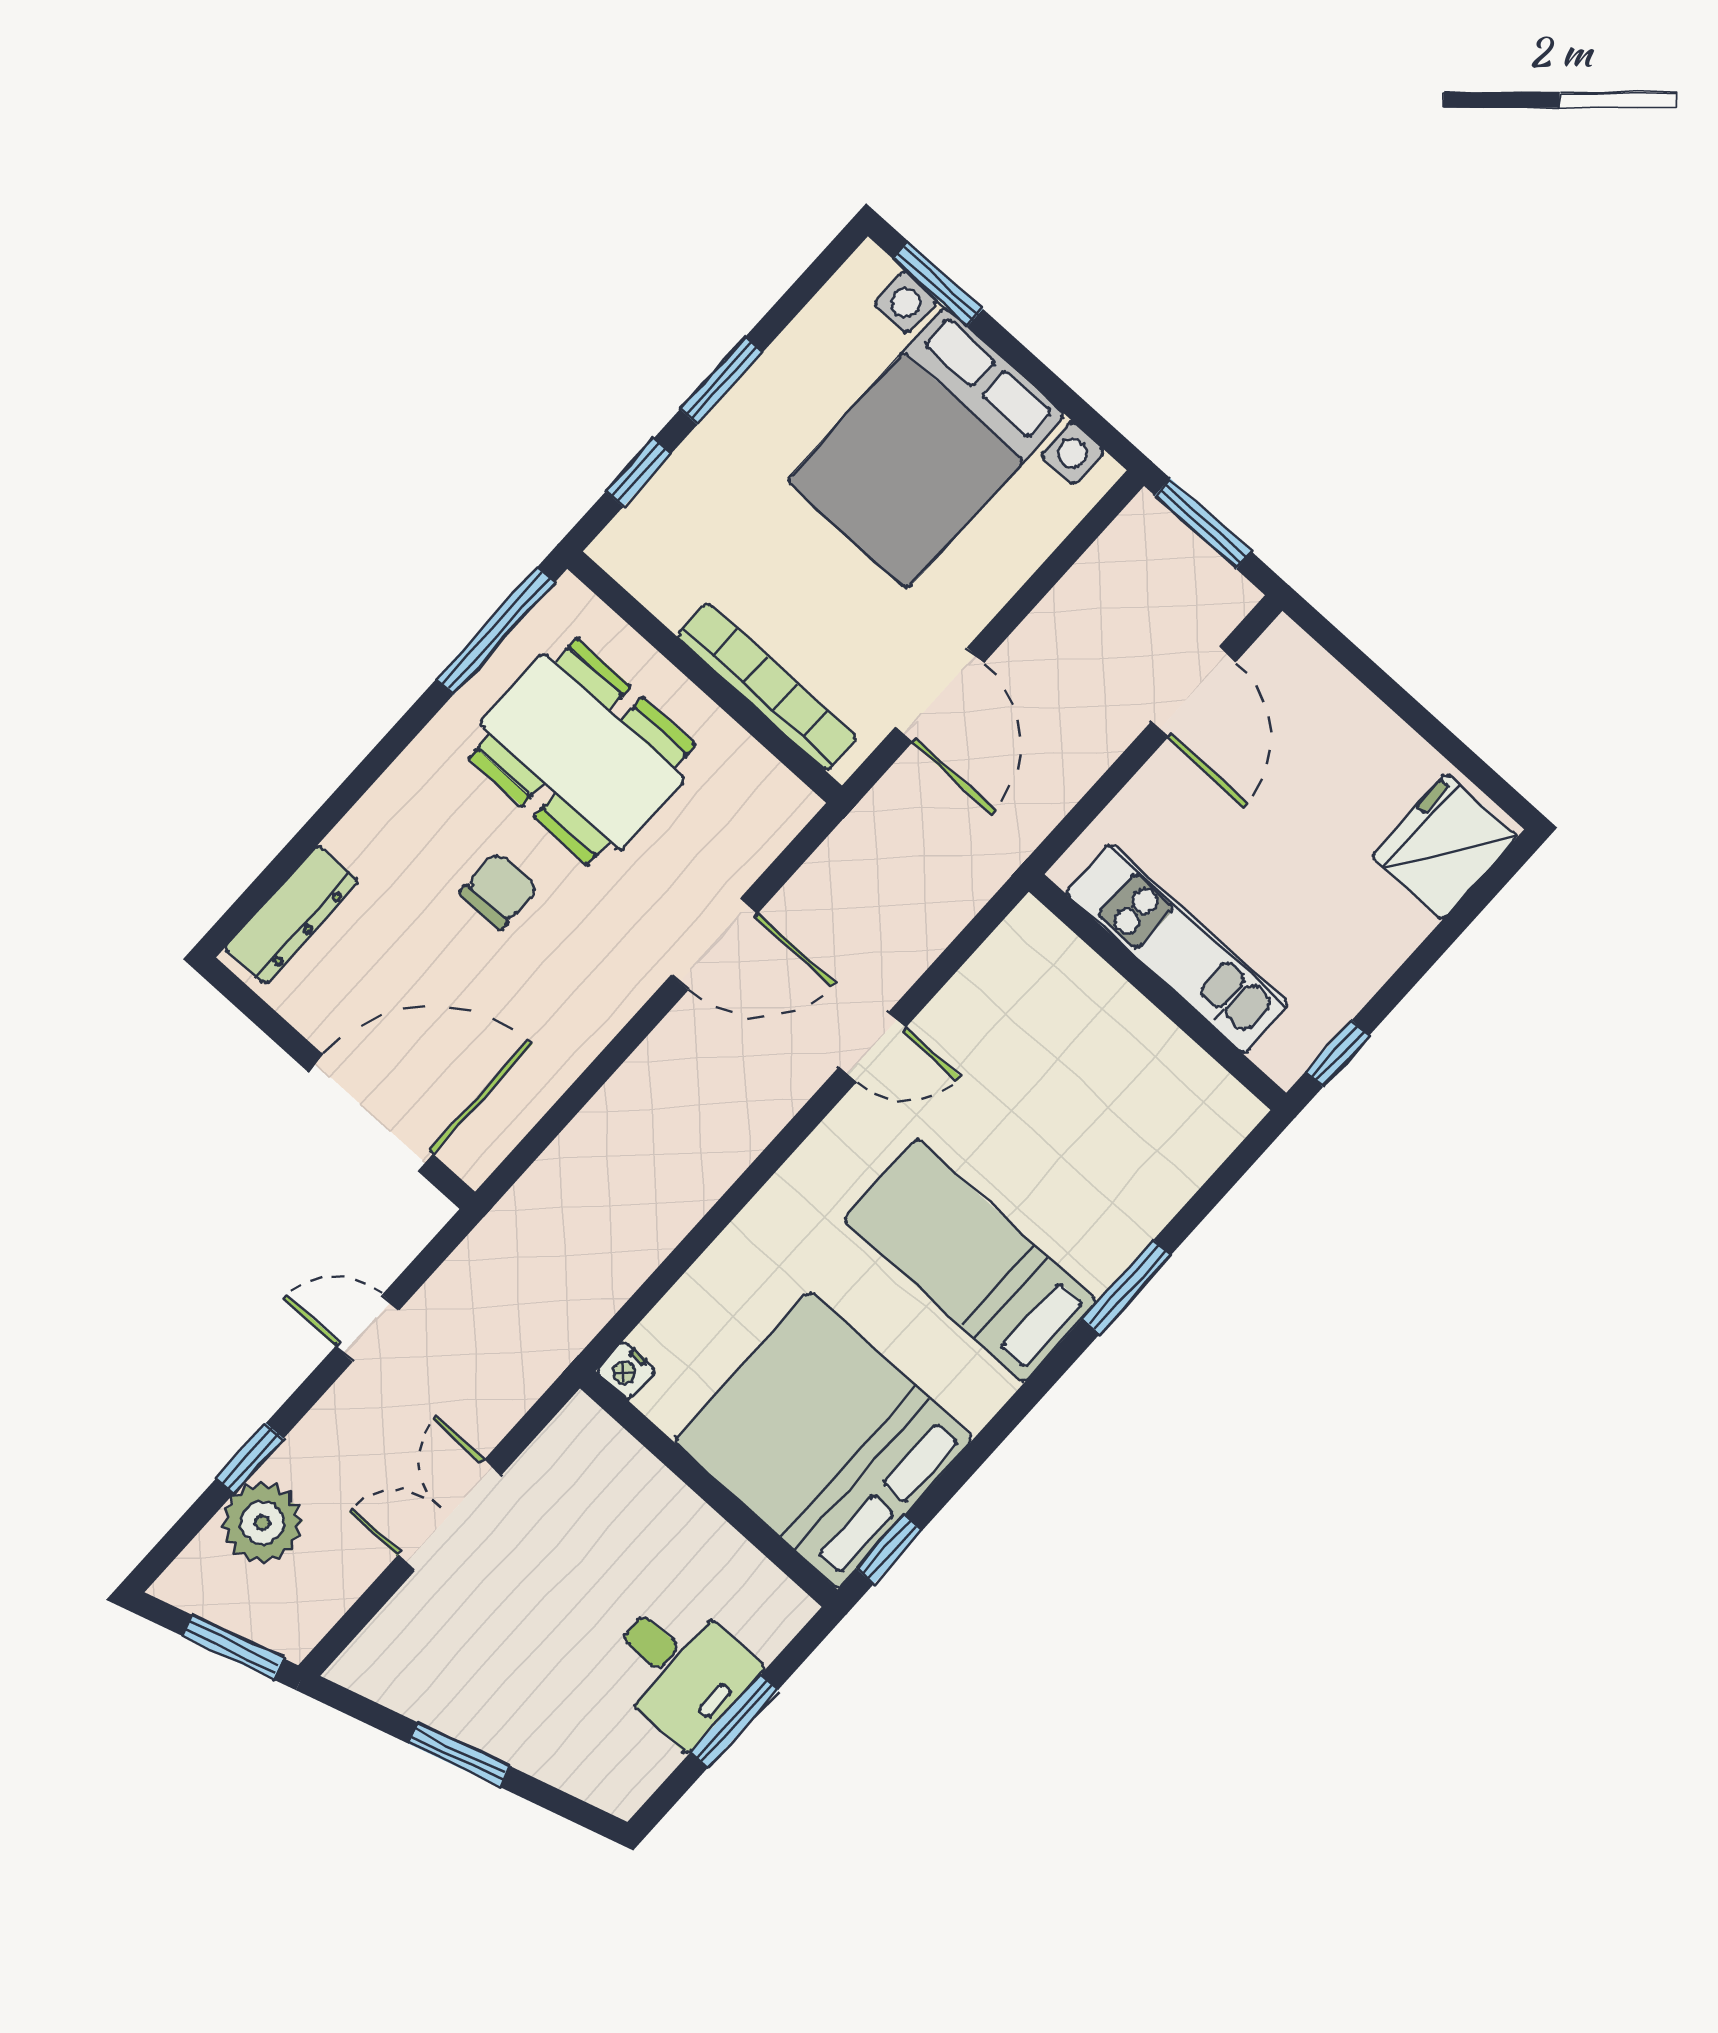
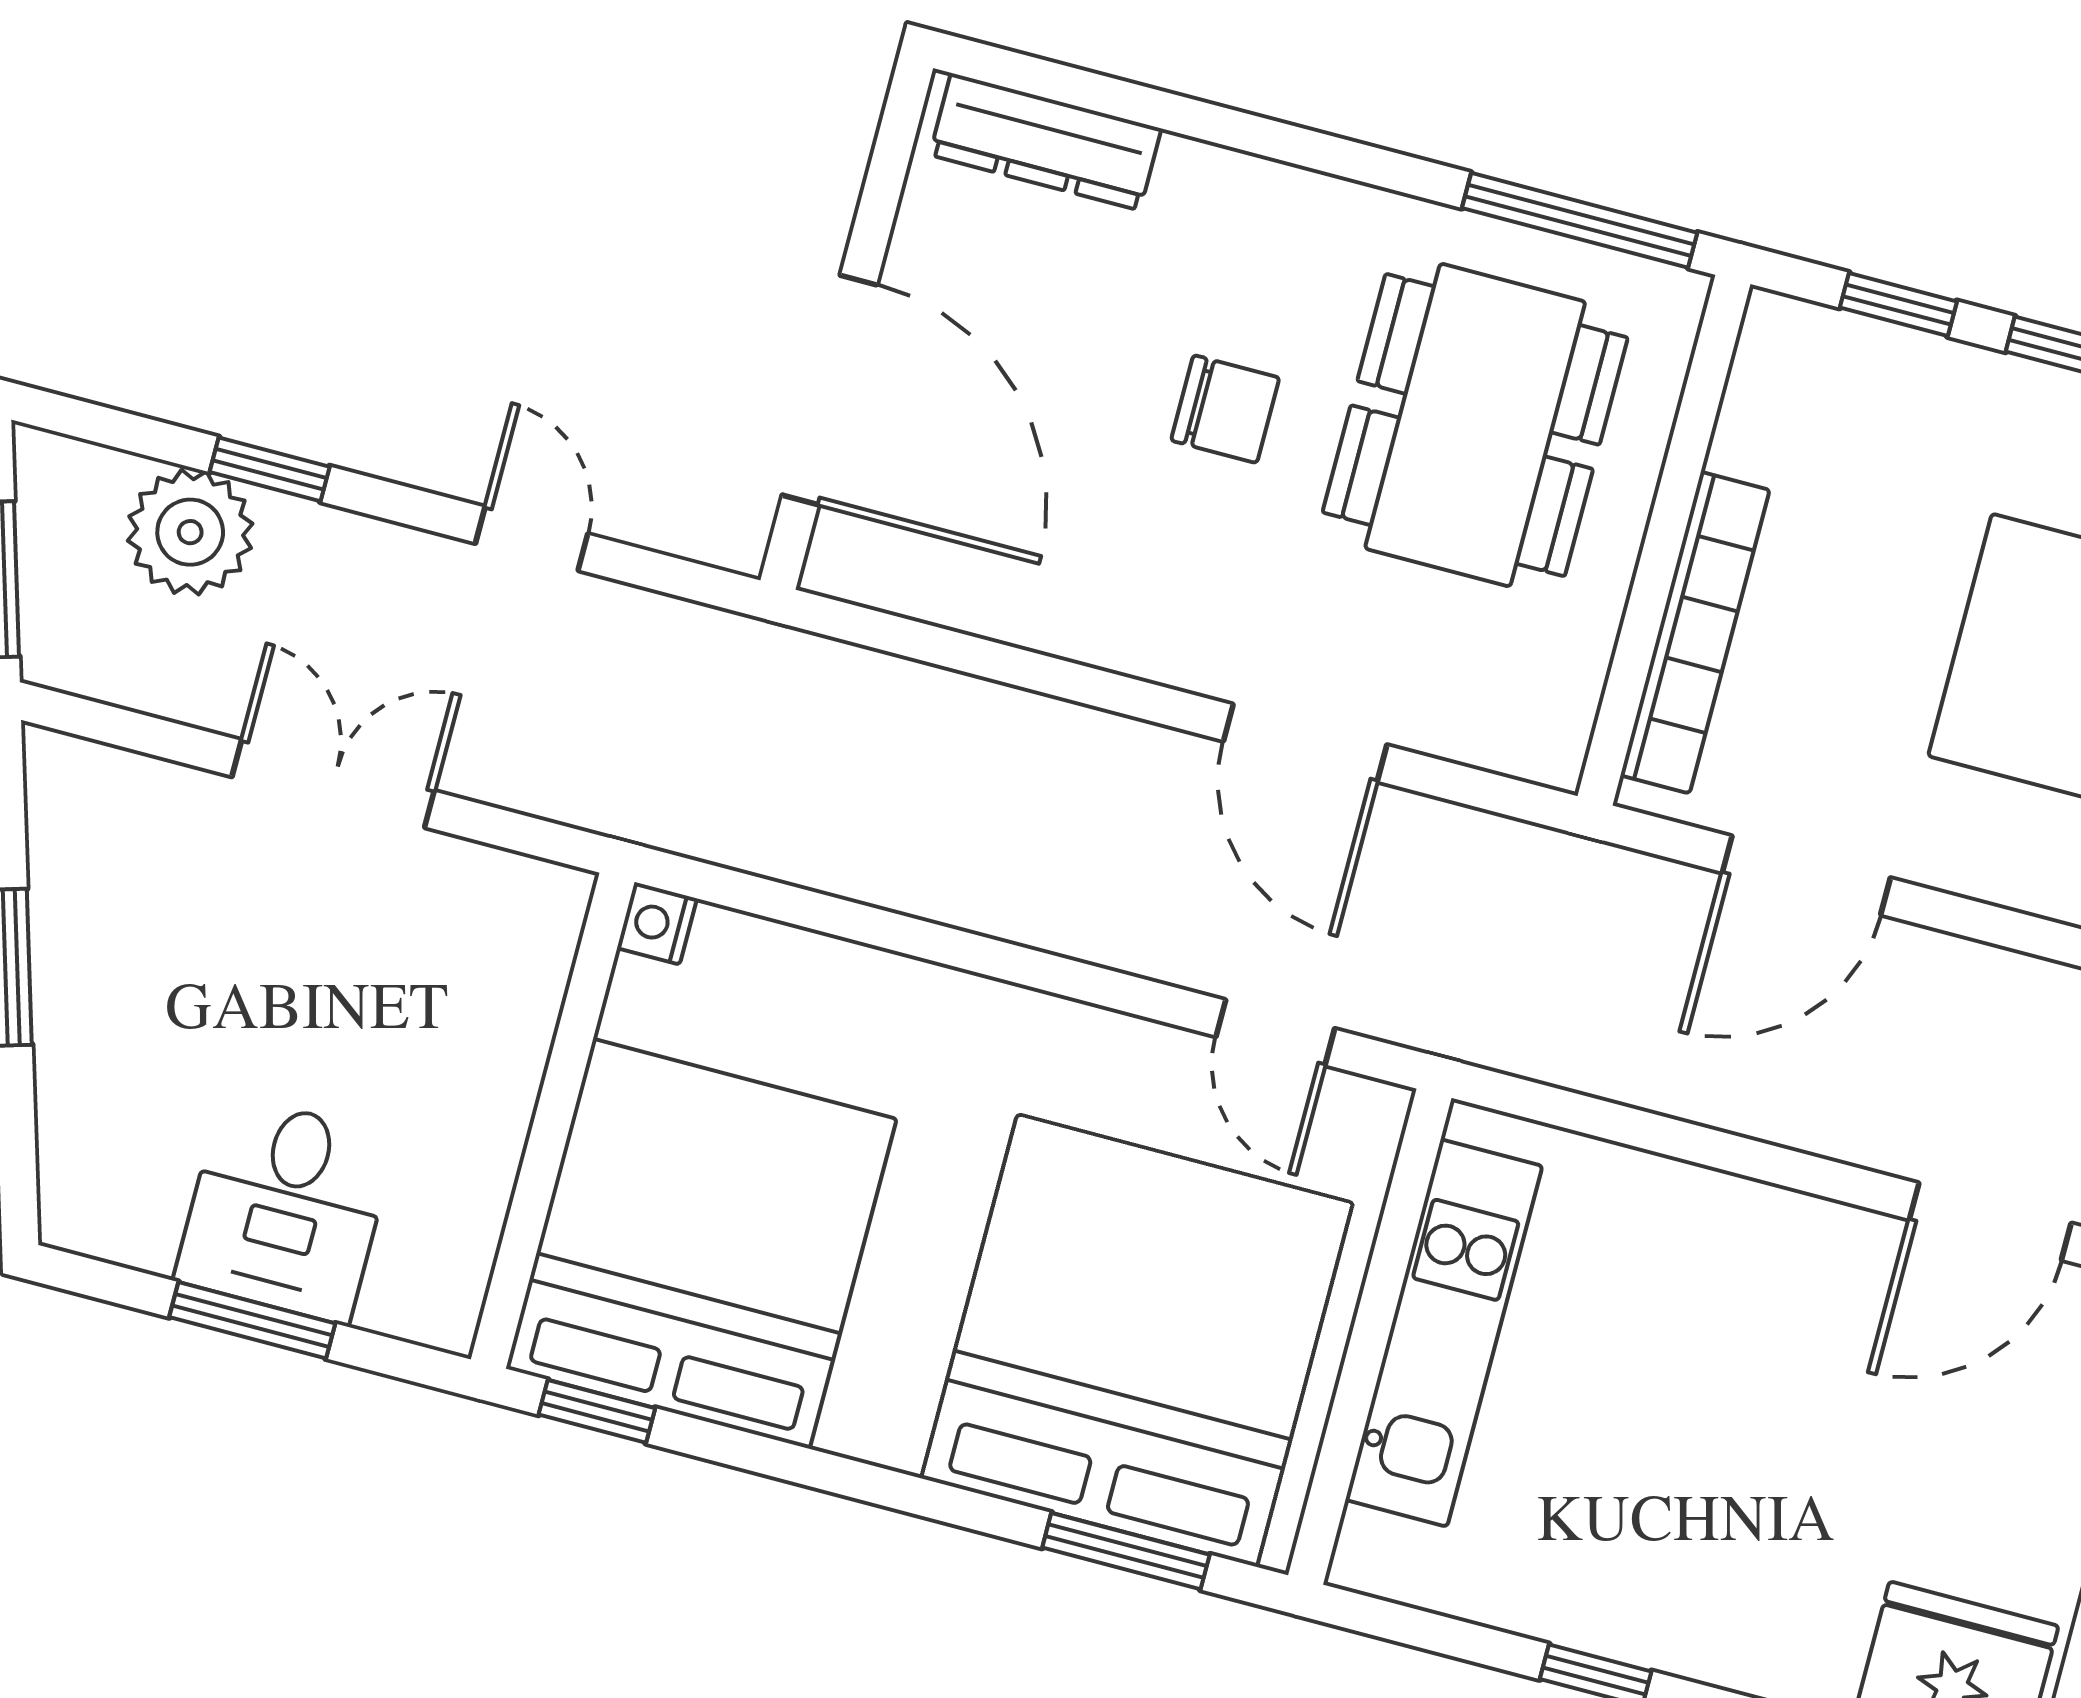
kitchen unit: (1177, 949) -> (1444, 1333), moved
wall: (1157, 992) -> (1370, 1337), moved
bed: (970, 1261) -> (1137, 1340), width x2.04

